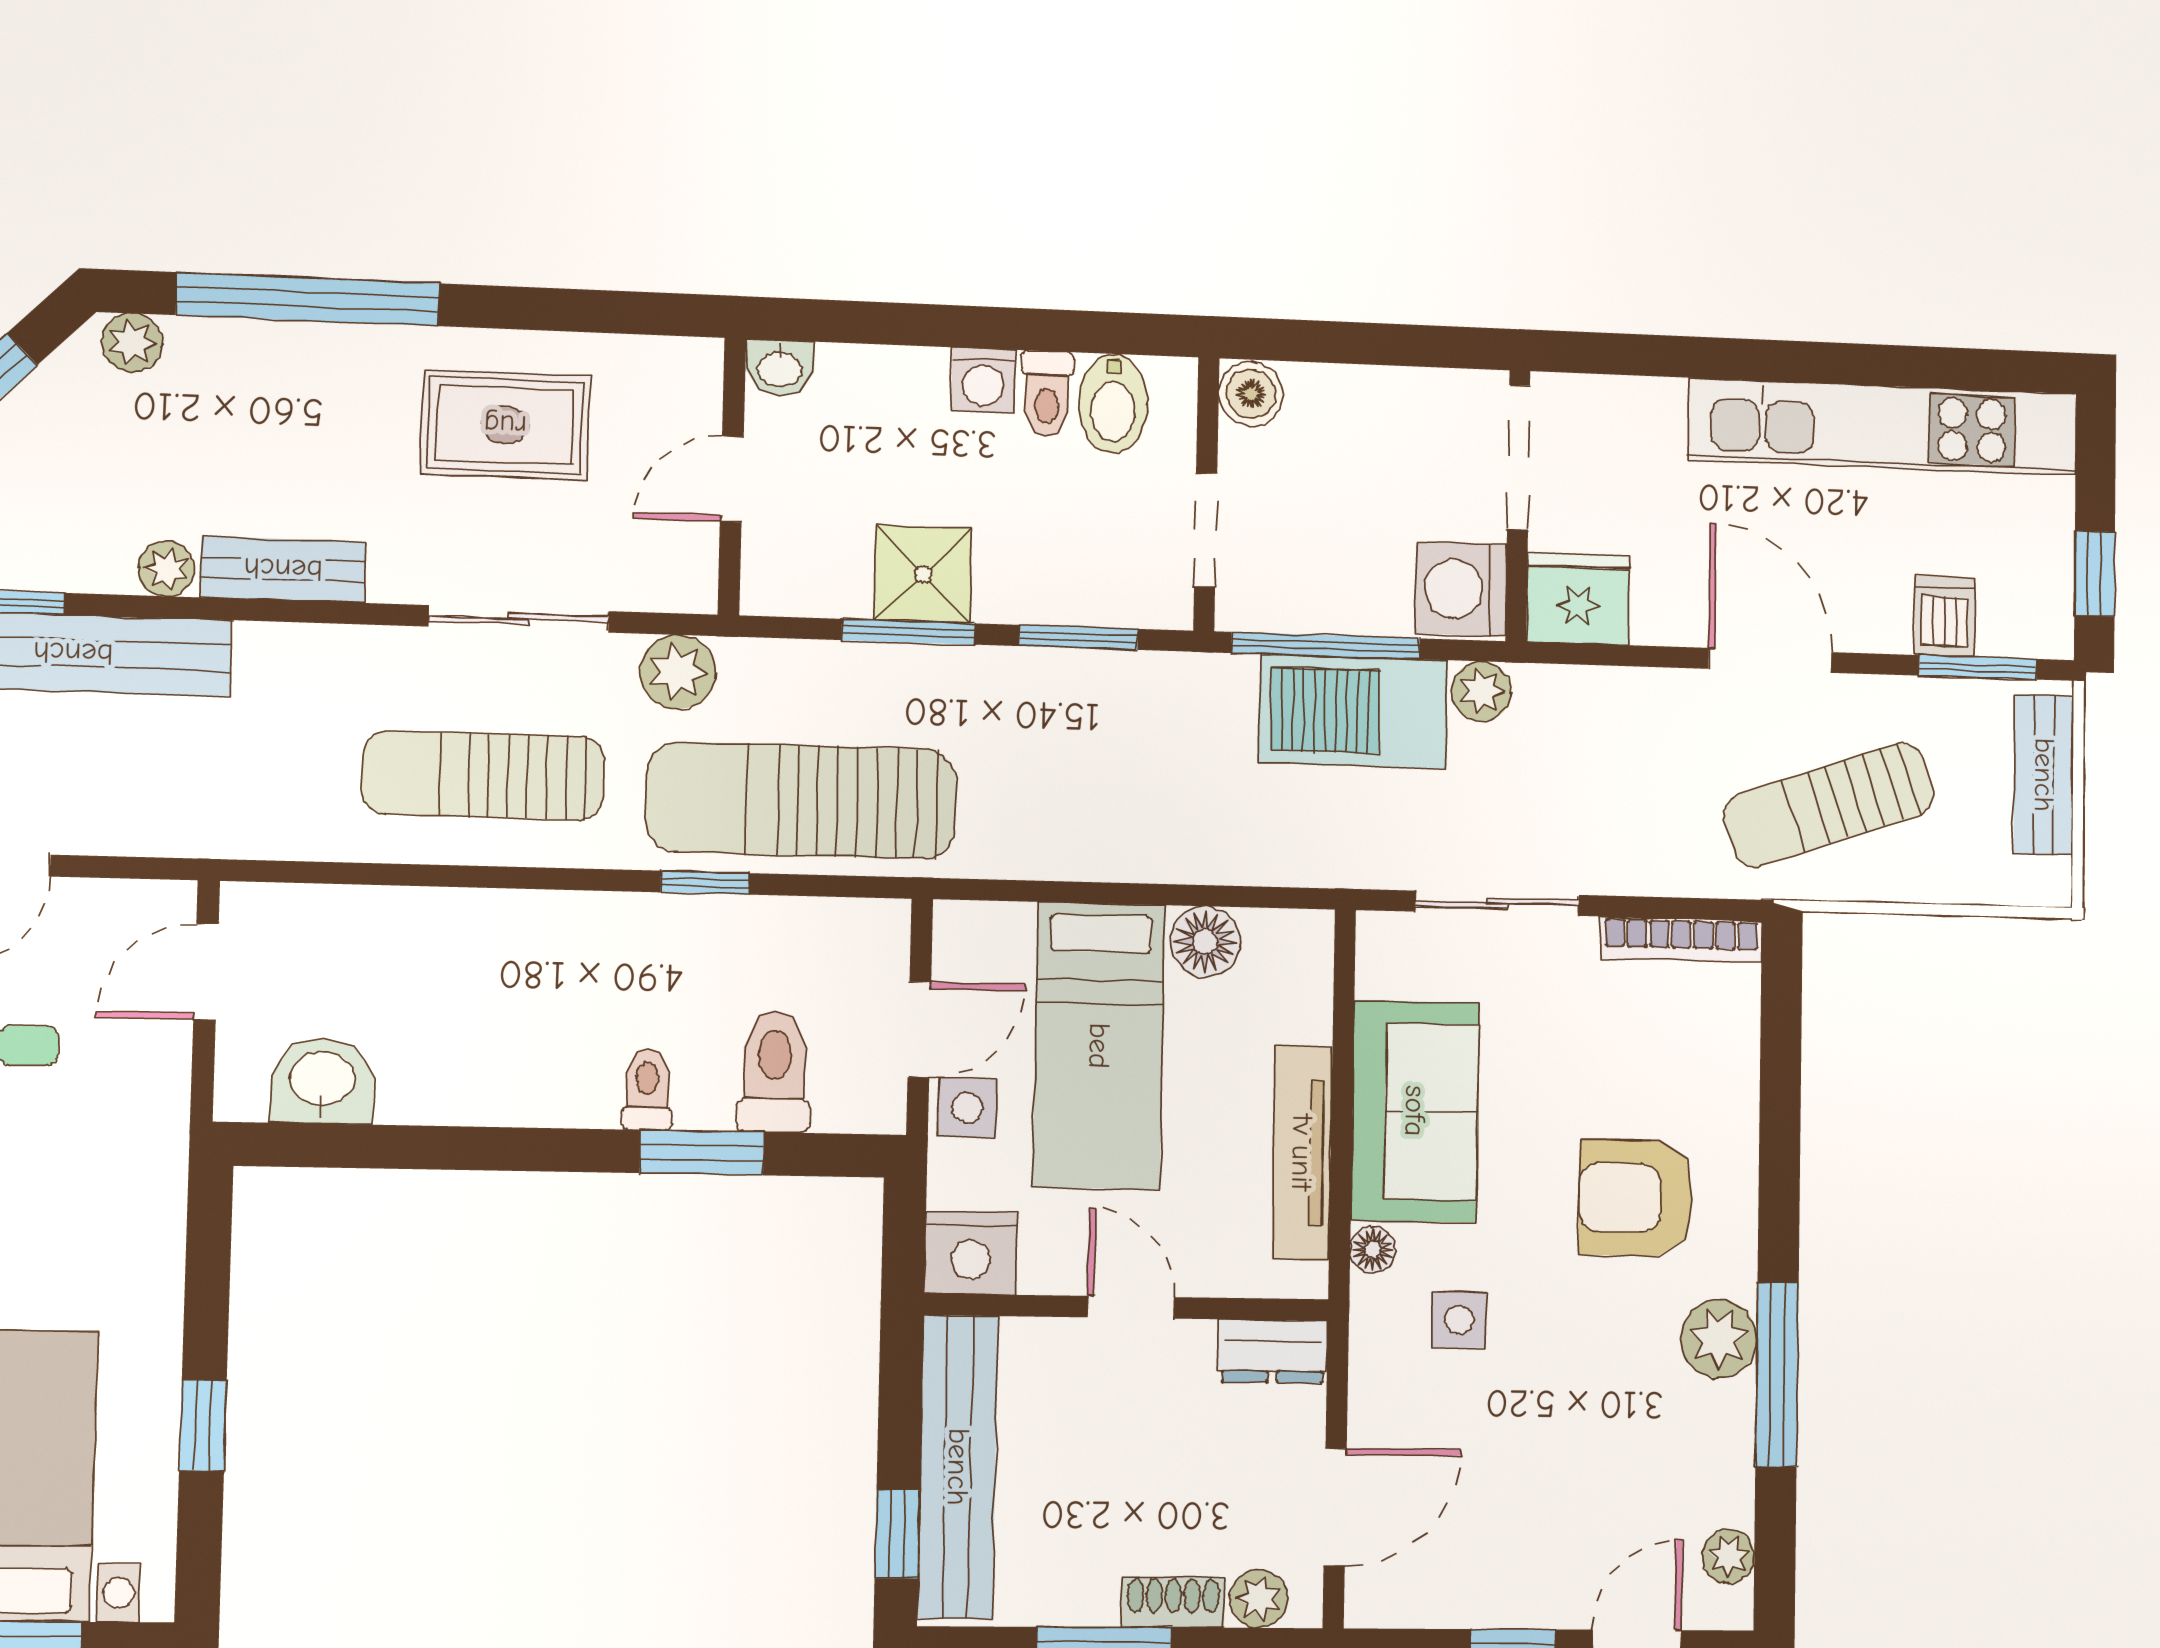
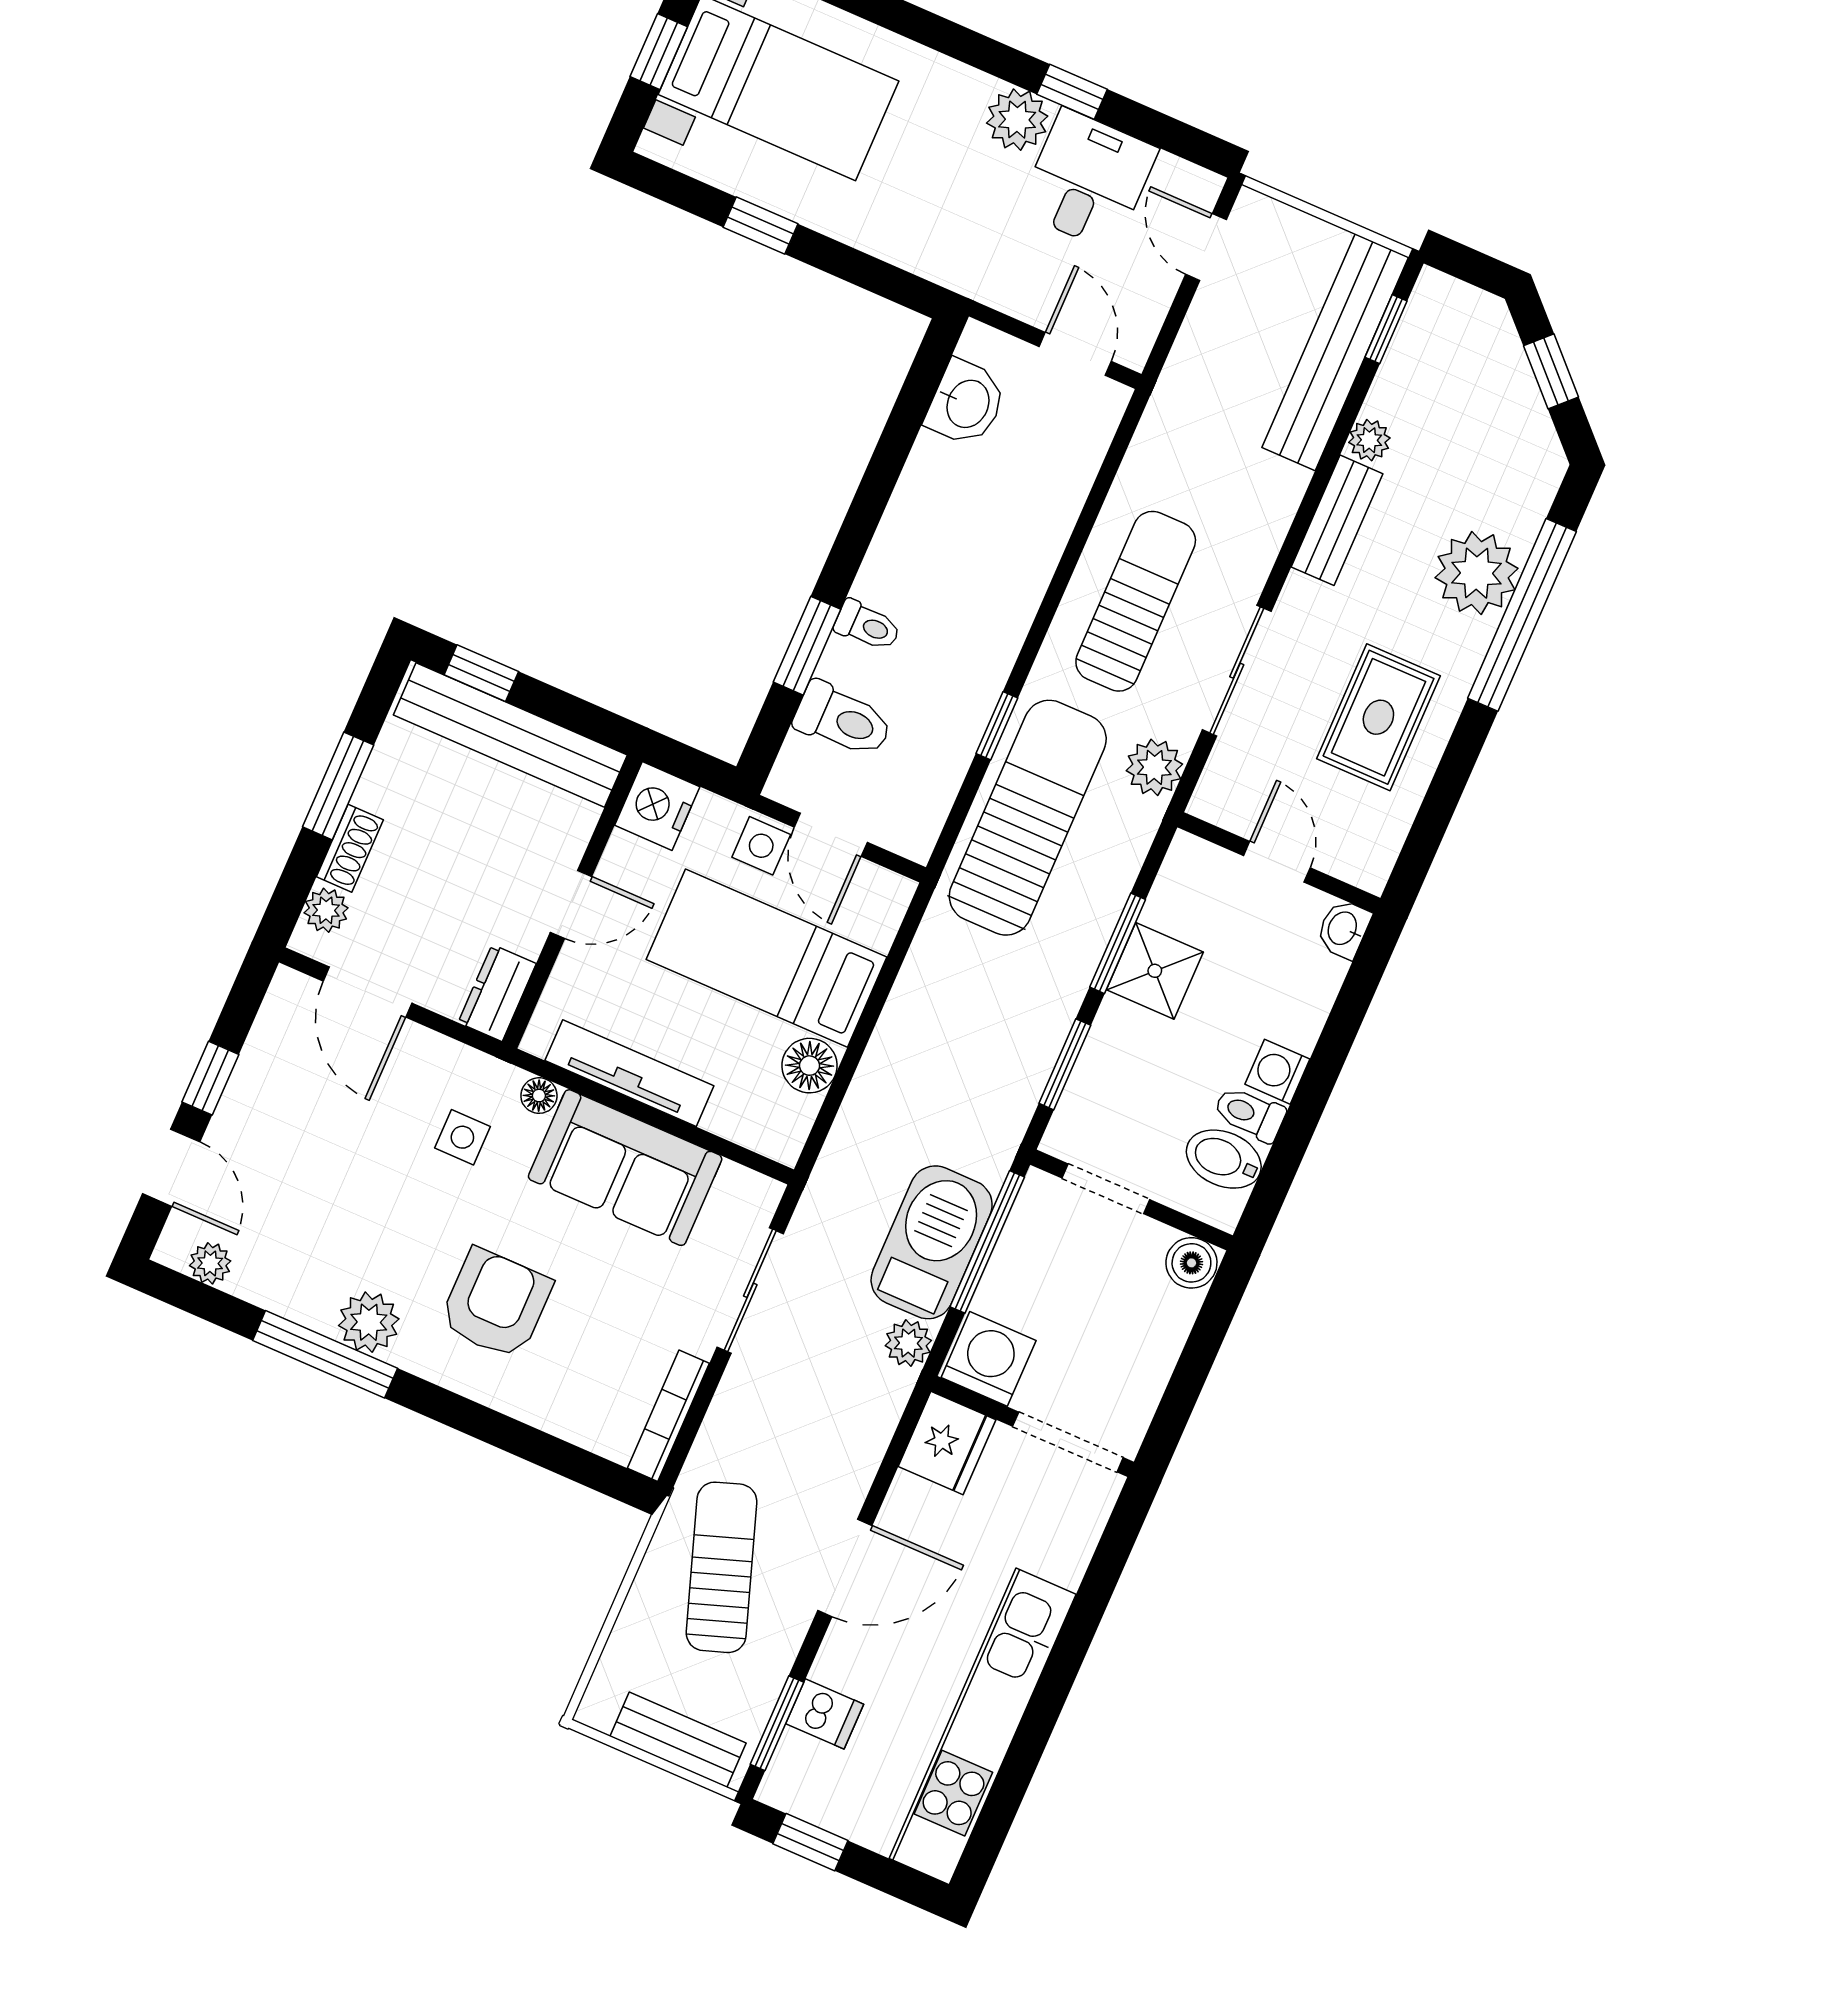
plant: (132, 343) -> (1477, 573), moved, width x1.88, depth x1.88

